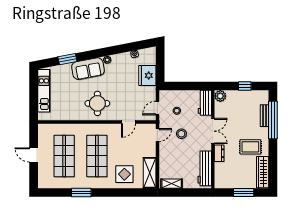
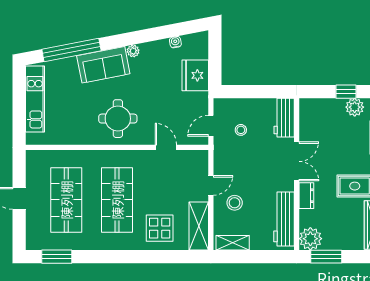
window: (67, 59) -> (71, 50), width x2.11
plant: (220, 96) -> (355, 107), moved
door: (128, 122) -> (166, 147), swing flipped
stool: (181, 134) -> (235, 203), moved
door: (157, 135) -> (211, 185), moved
plant: (222, 181) -> (310, 239), added
window: (81, 193) -> (57, 257), moved
window: (244, 193) -> (326, 257), moved

